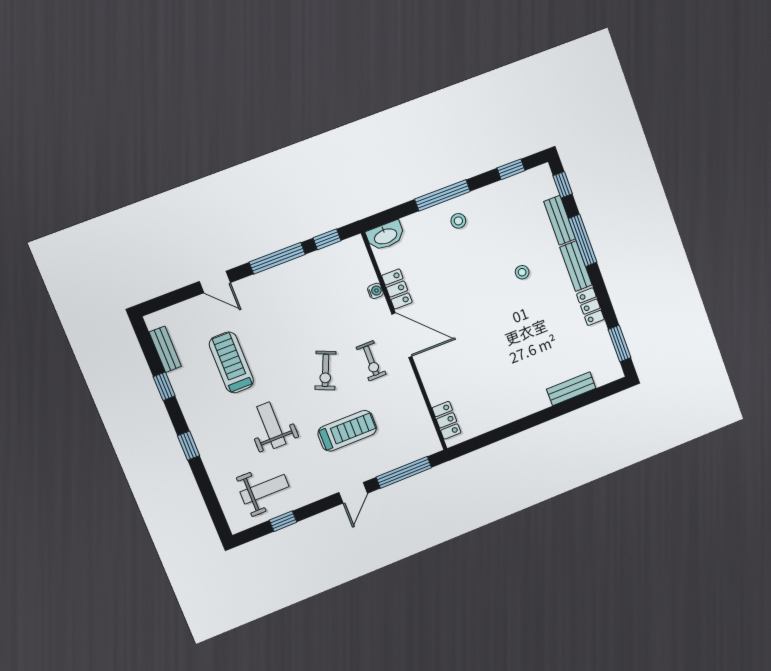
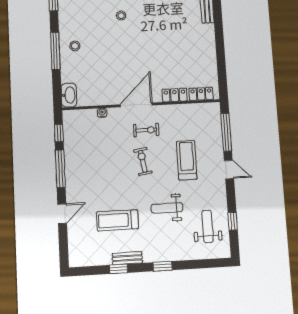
locker: (397, 289) -> (175, 95), moved
bench: (165, 349) -> (127, 258), moved
exercise bike: (326, 370) -> (143, 161), turned -122

